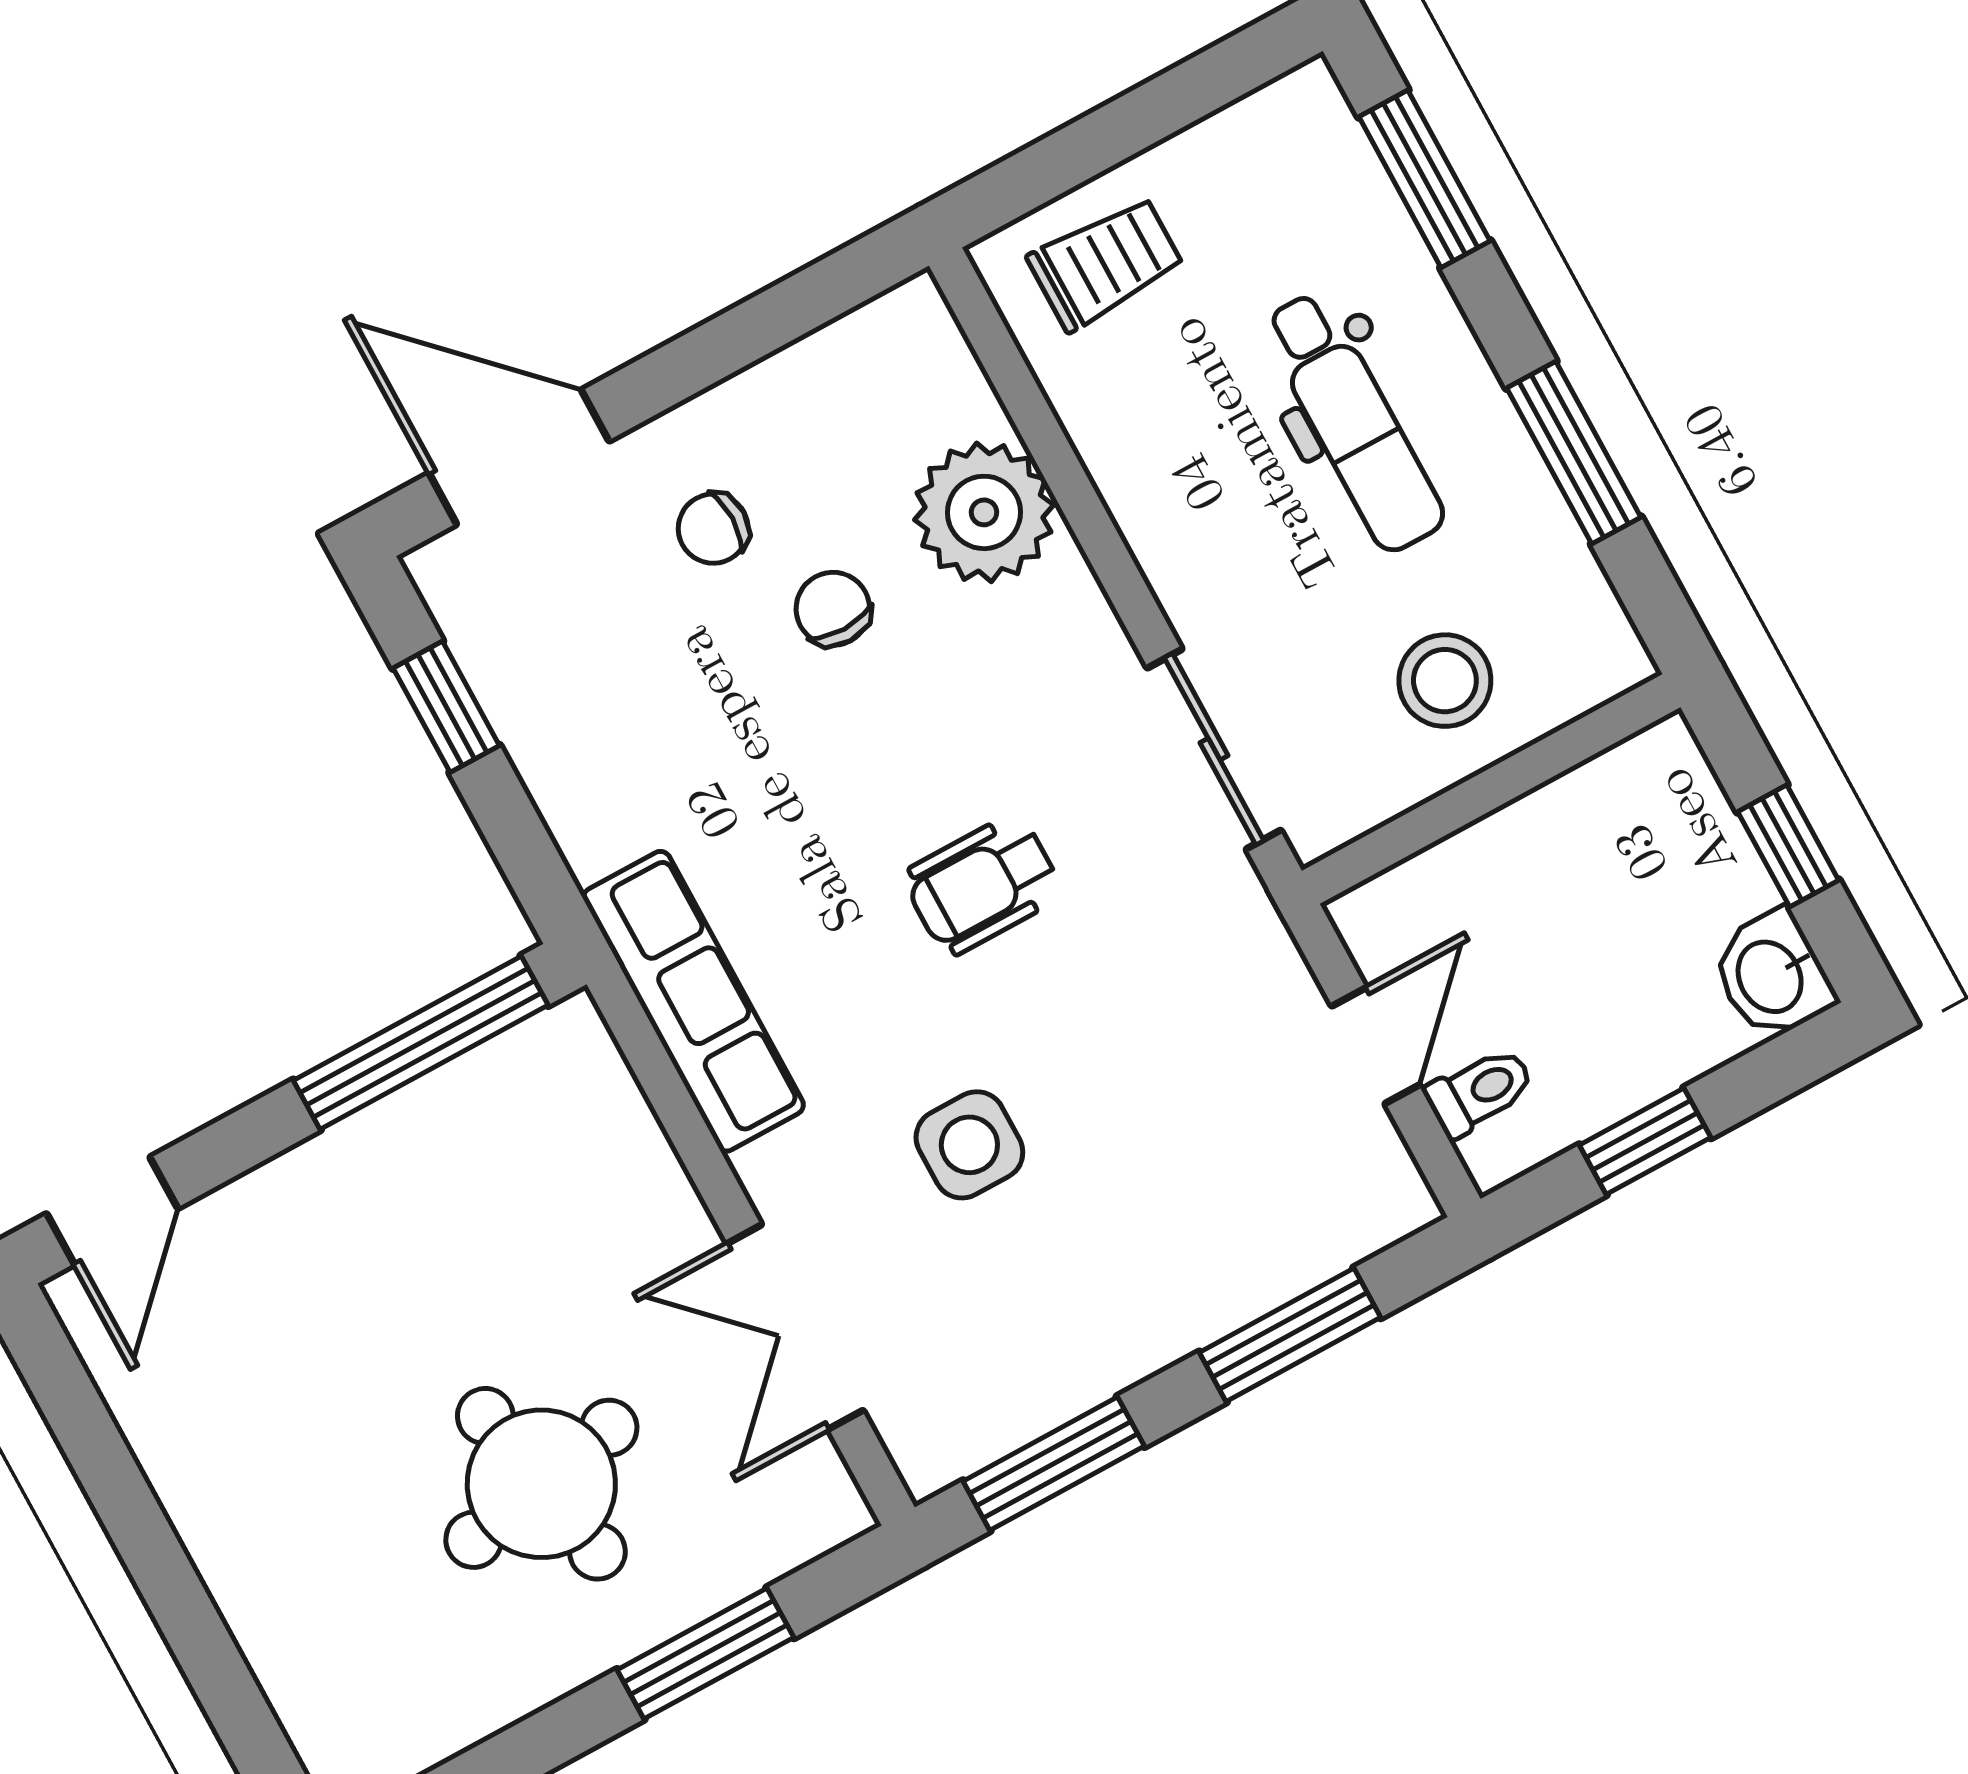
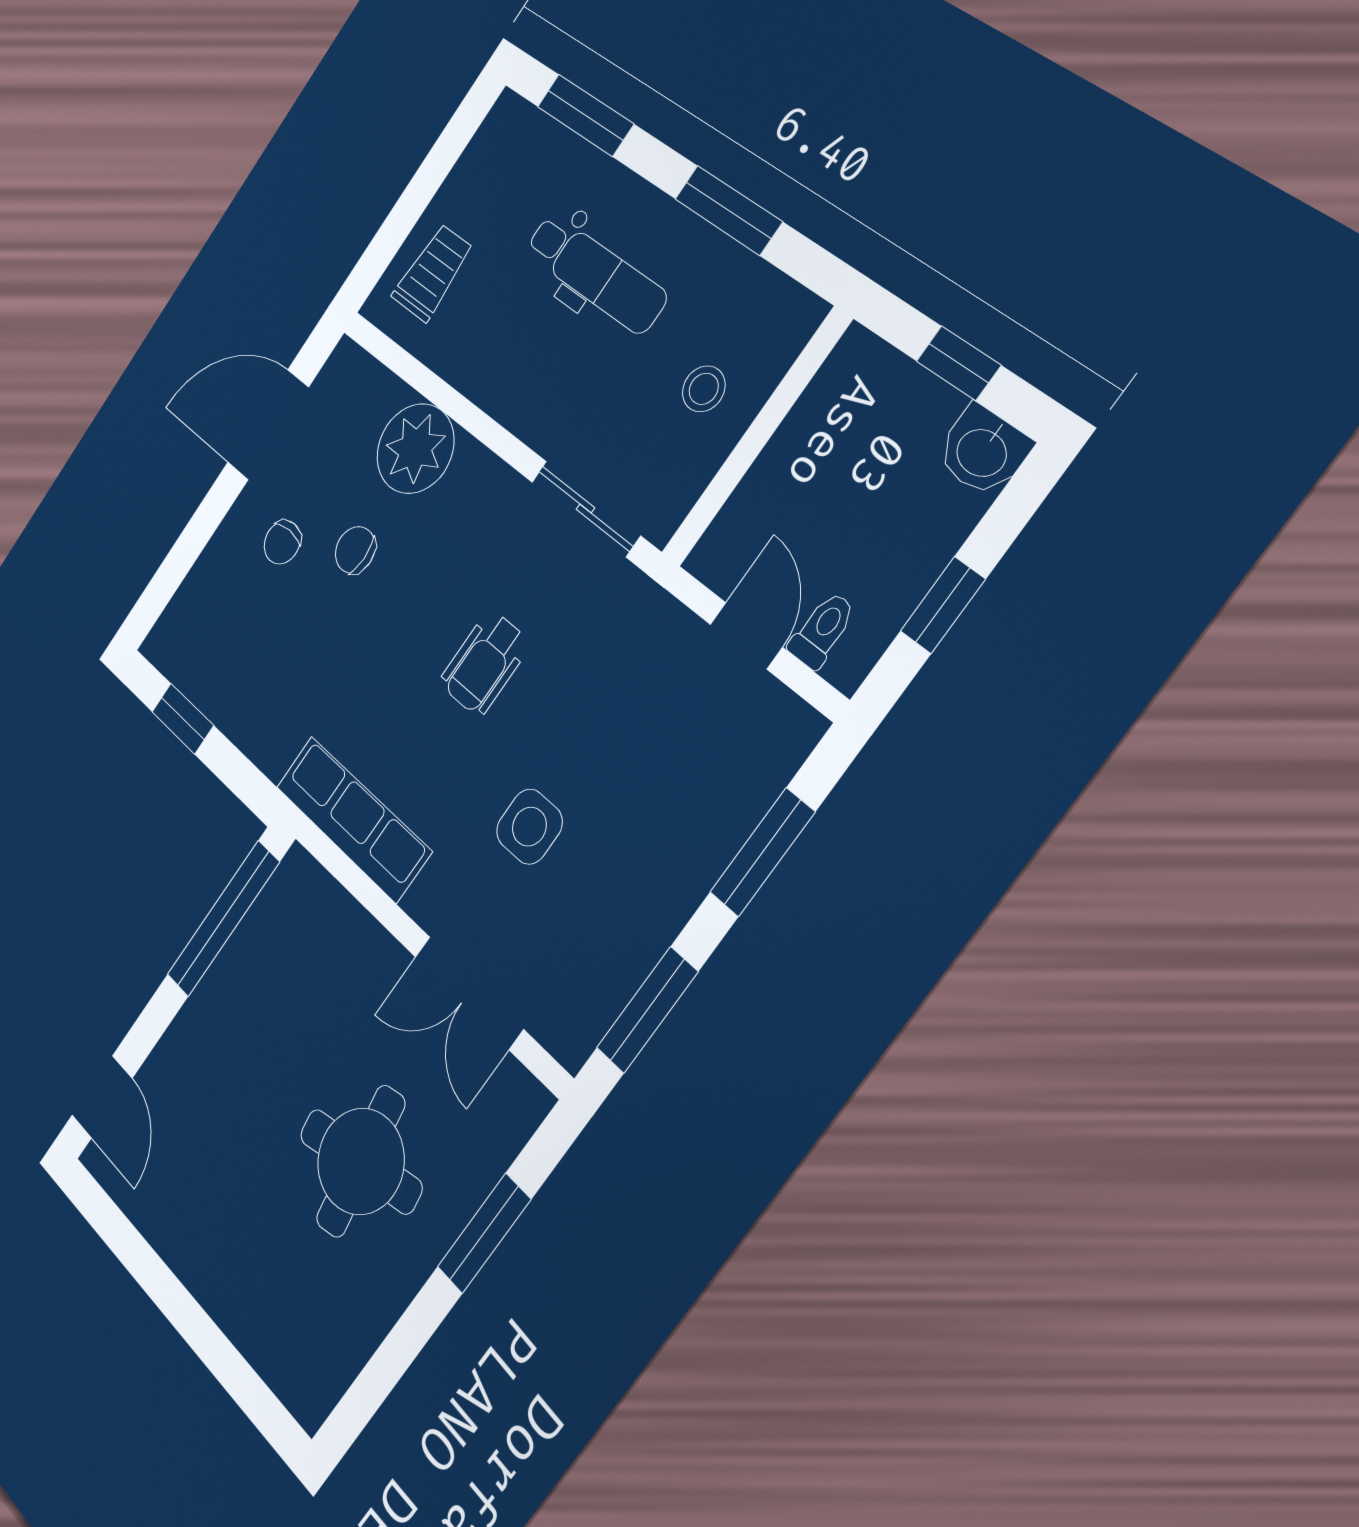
door: (519, 457) -> (268, 425), moved
stool: (1445, 681) -> (704, 389), width x0.73, depth x0.73

